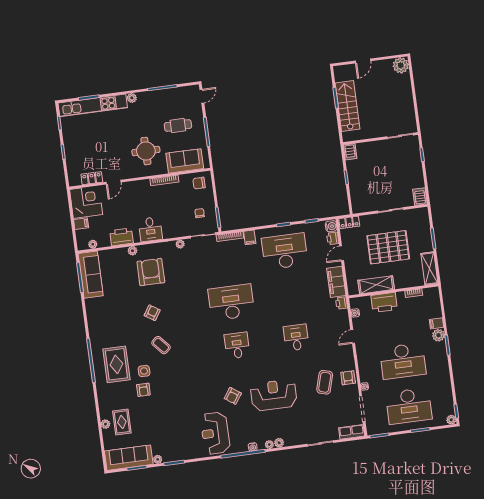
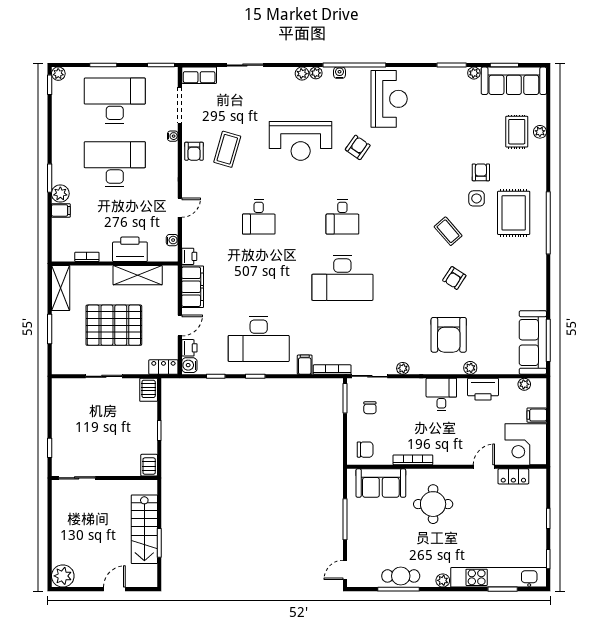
cafe table: (178, 126) -> (401, 576), moved
server rack: (420, 197) -> (149, 390), moved

